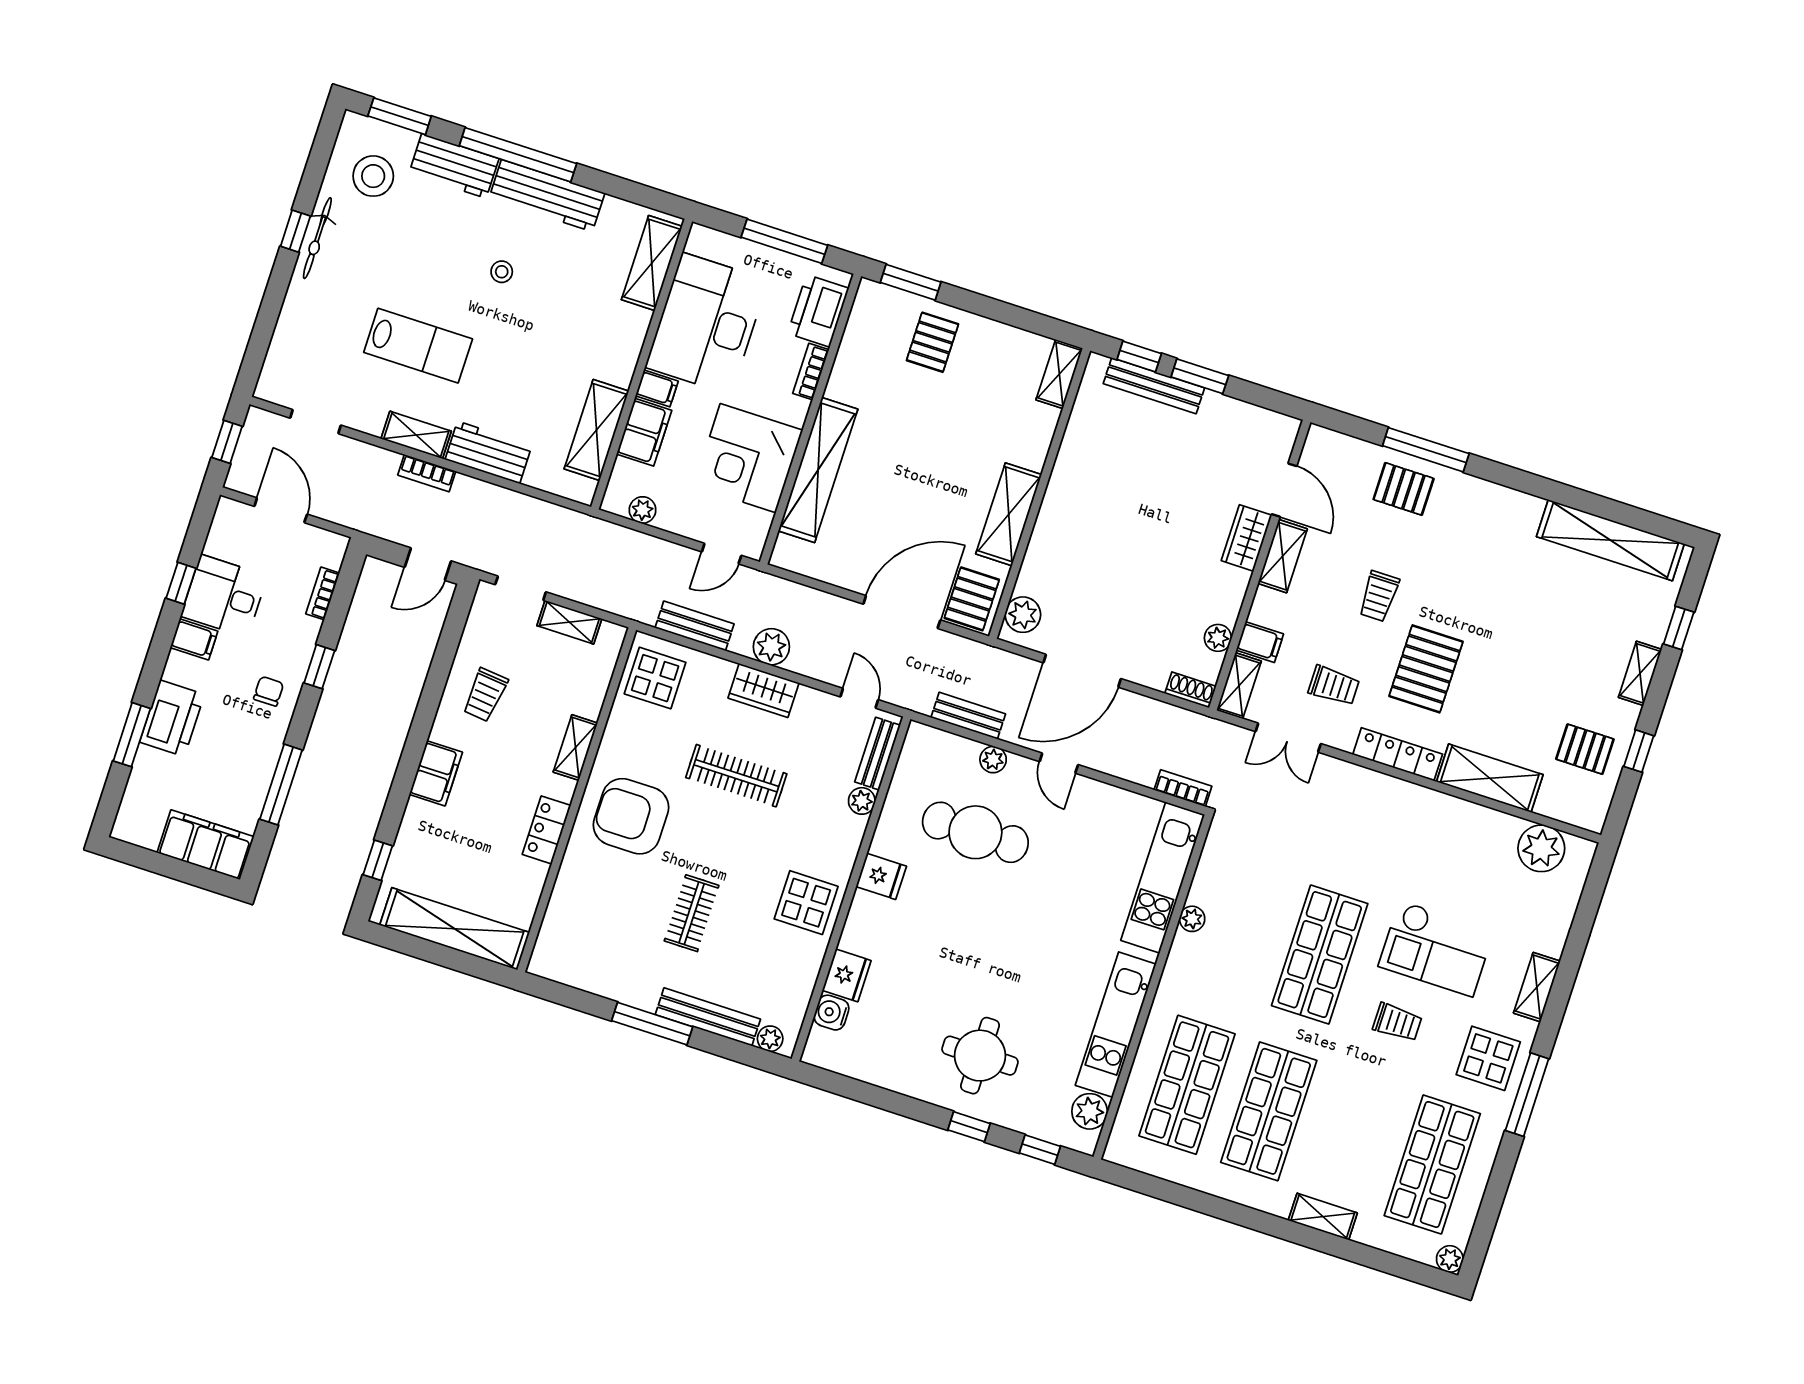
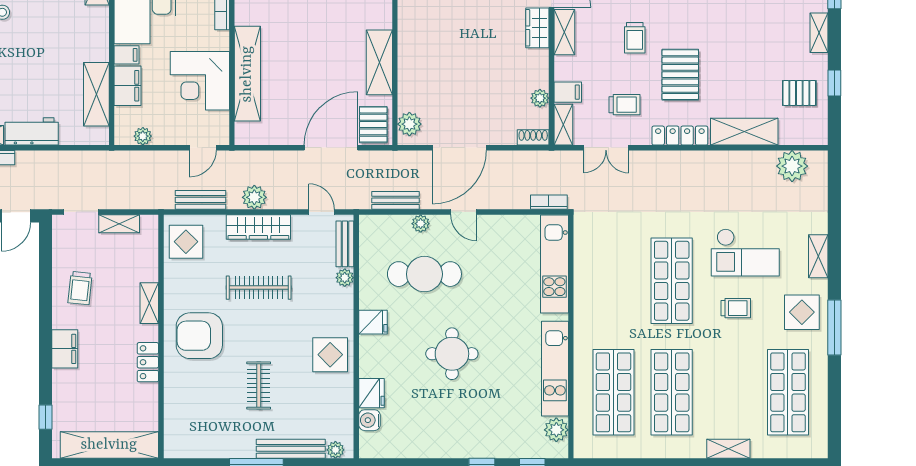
wardrobe: (764, 690) -> (258, 227), width x1.50
plant: (1192, 919) -> (582, 284), removed
round table: (980, 1056) -> (452, 354), moved
plant: (1450, 1259) -> (819, 449), removed

